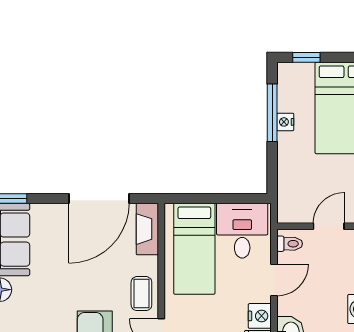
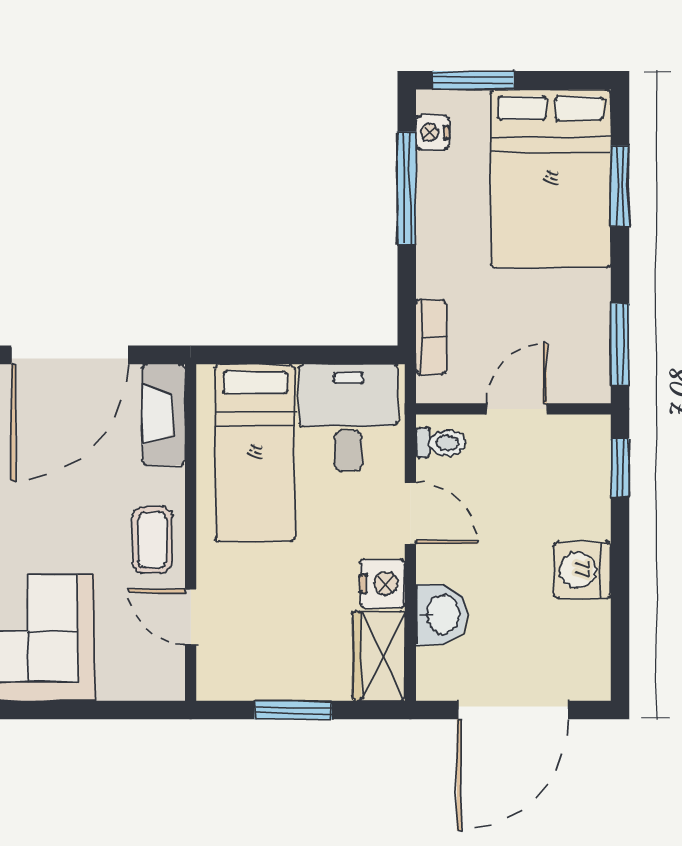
window: (306, 57) -> (473, 80), width x1.50
nightstand: (285, 122) -> (432, 132), moved
bookcase: (285, 189) -> (431, 337), added
door: (274, 280) -> (410, 513), hinge flipped

